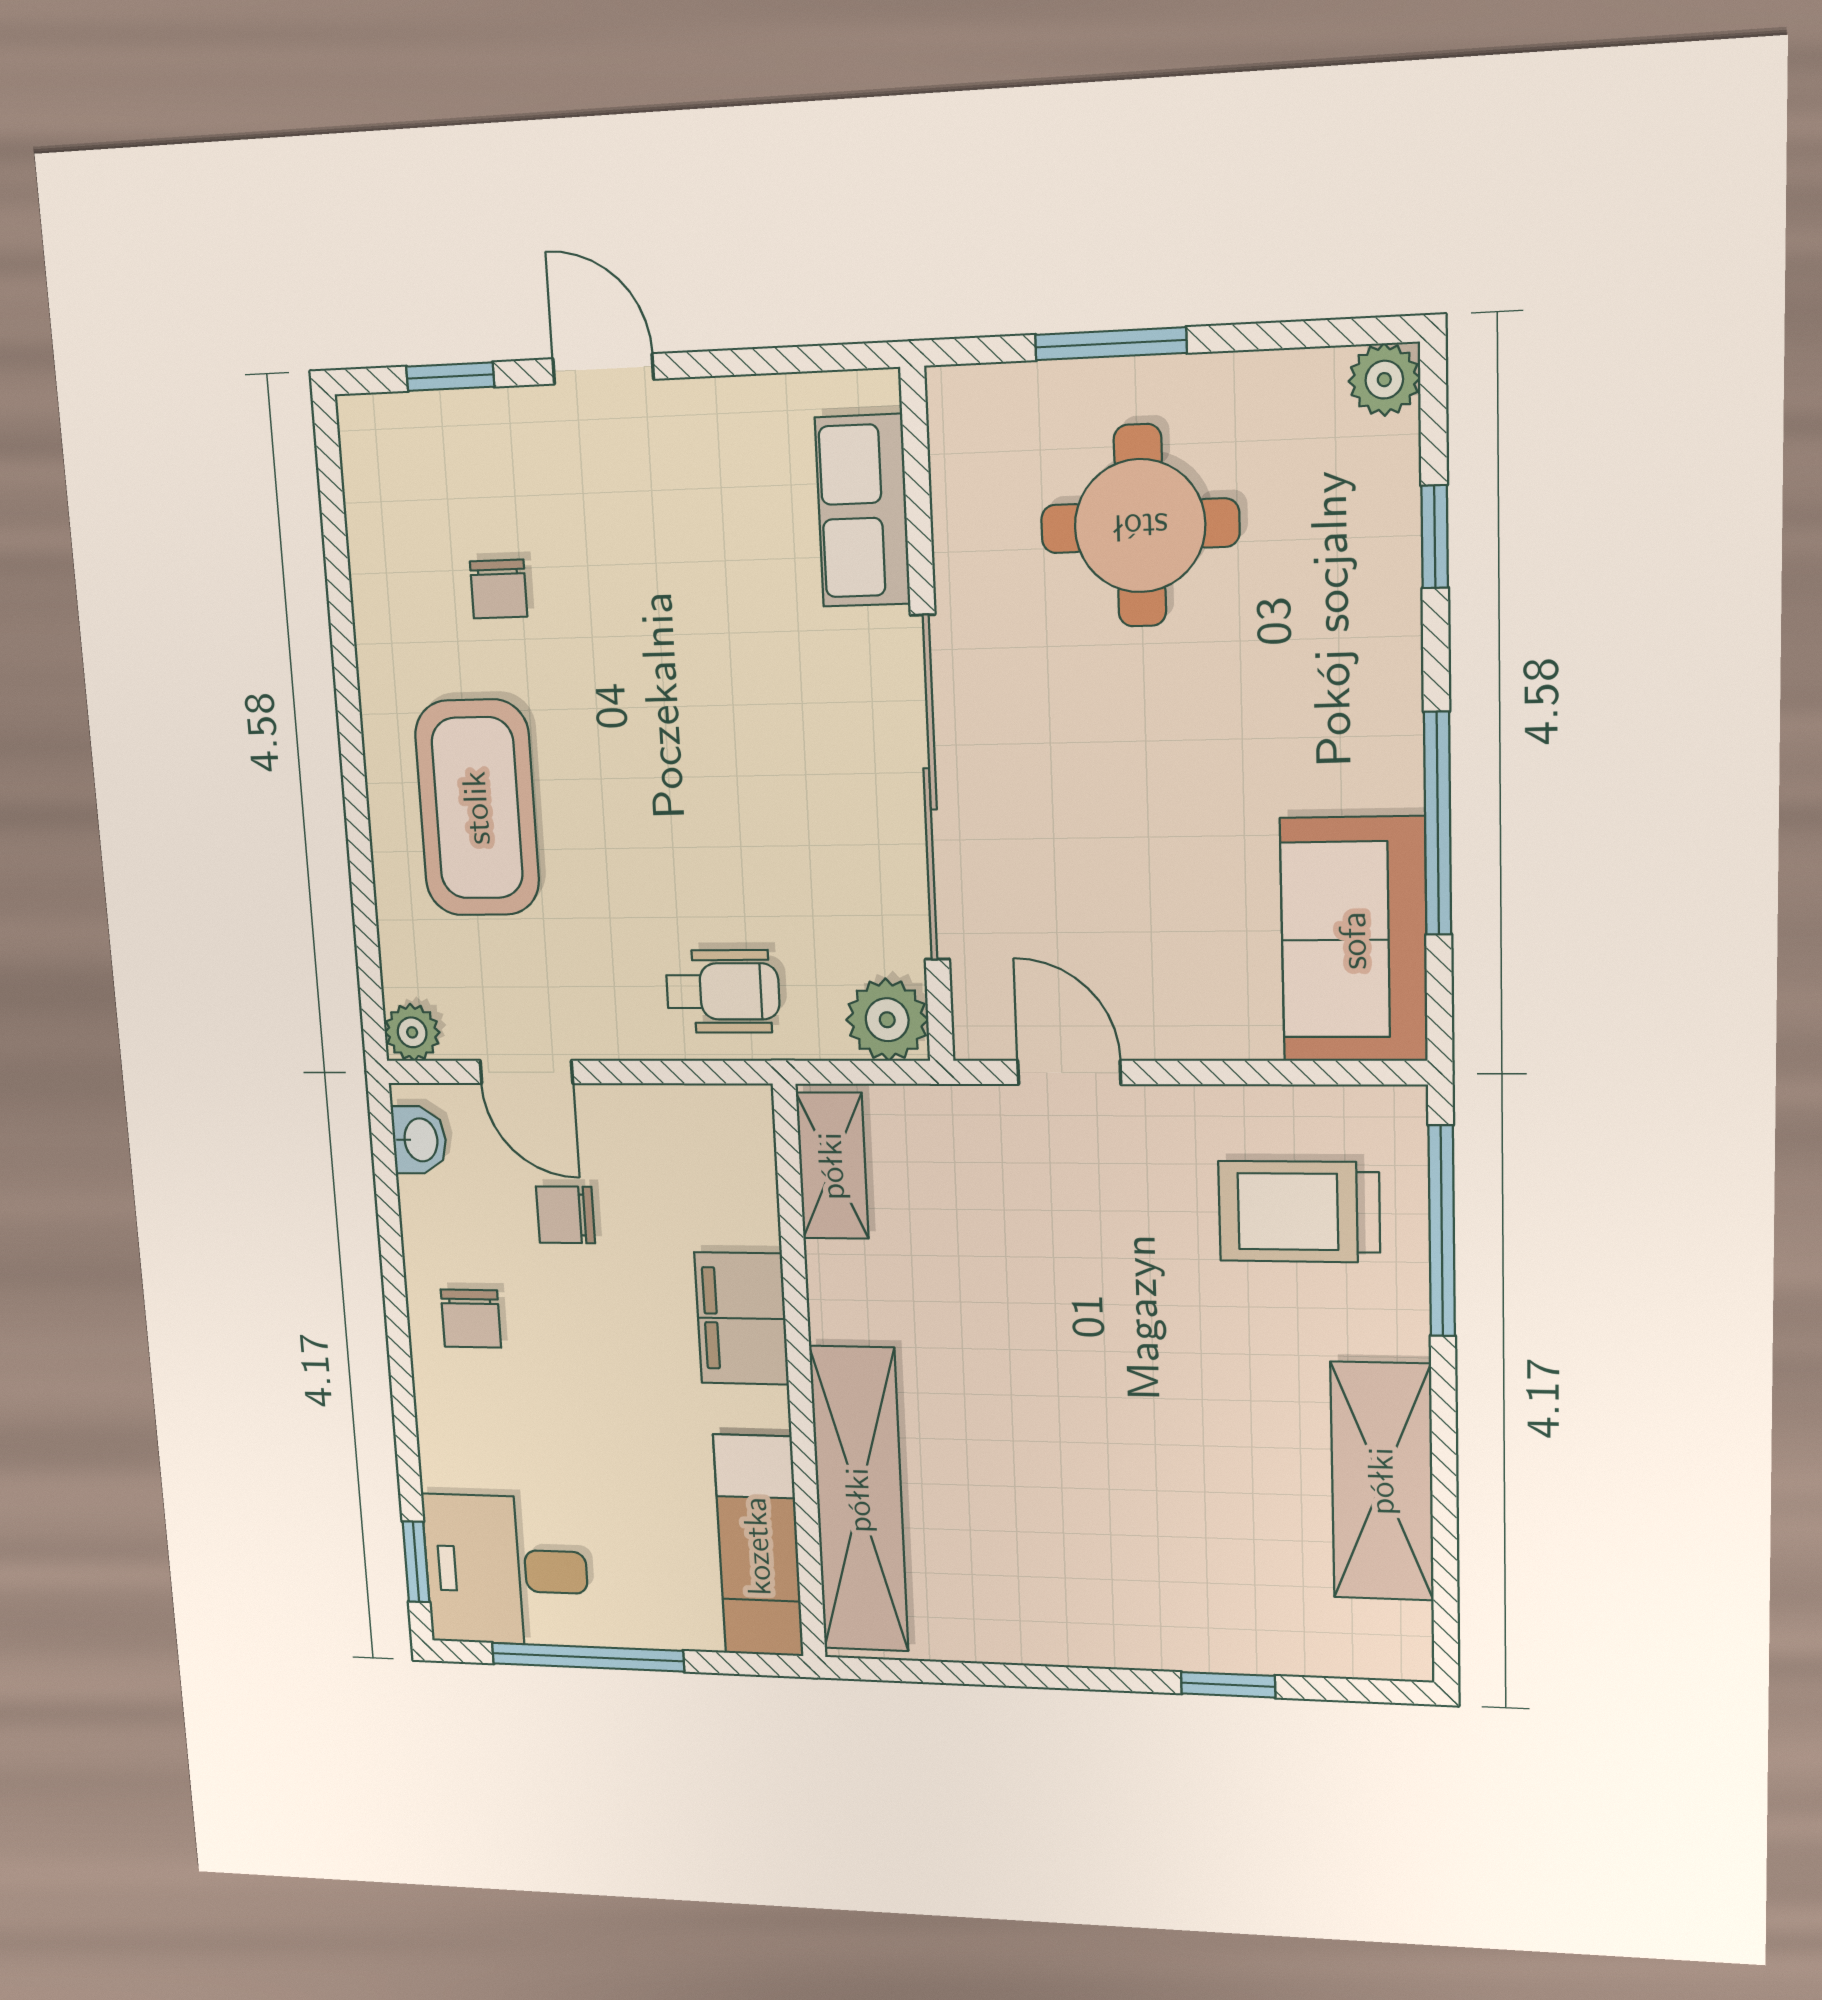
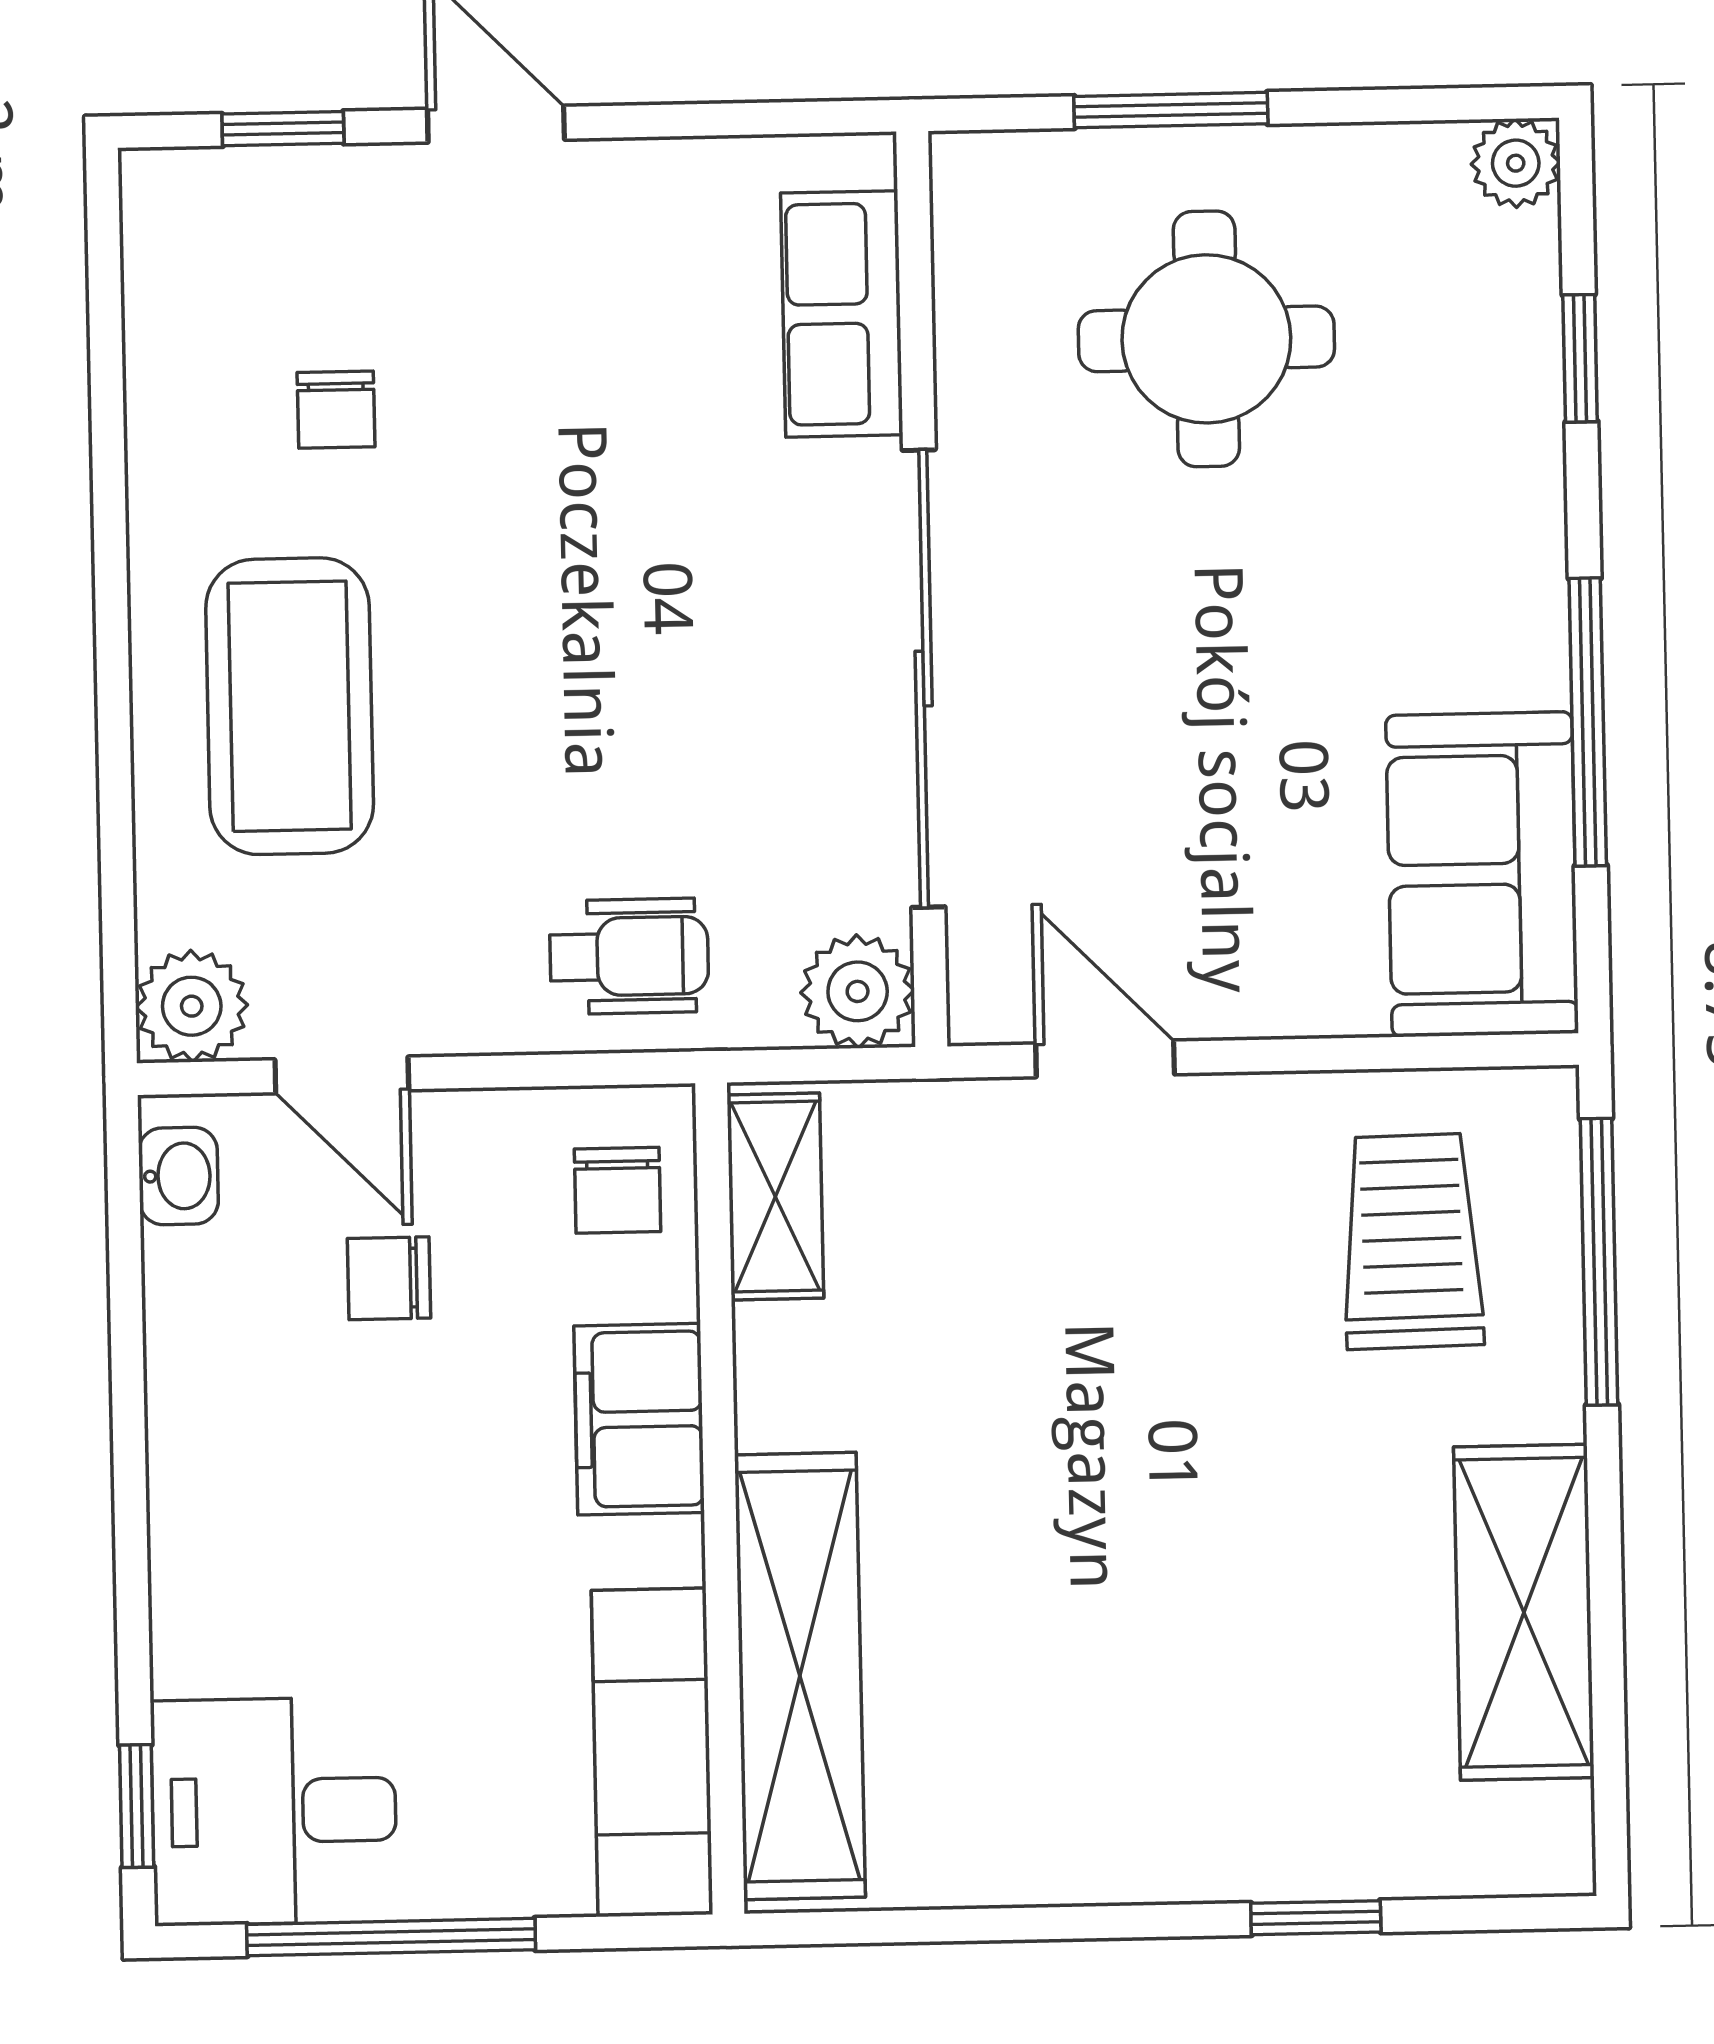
plant: (412, 1032) -> (192, 1006), width x1.38, depth x1.38
trolley: (1299, 1212) -> (1412, 1241), turned 89
chair: (471, 1319) -> (618, 1190), moved

